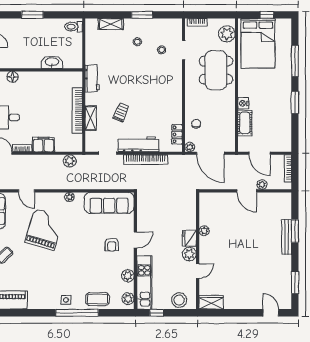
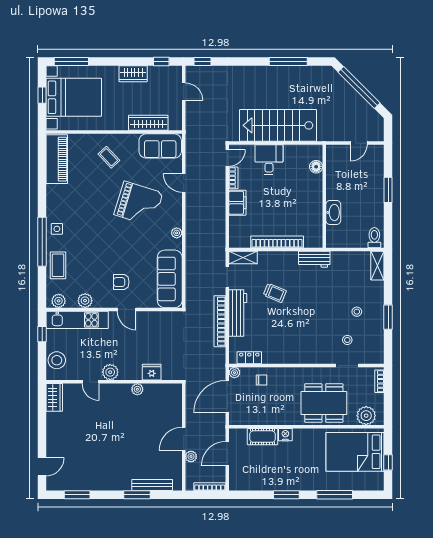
shelving: (111, 24) -> (377, 266), moved
shelving: (91, 118) -> (243, 257), moved
plant: (70, 161) -> (218, 233), removed
door: (27, 191) -> (184, 183), hinge flipped
bench: (287, 237) -> (152, 485), moved
fridge: (189, 238) -> (152, 372), moved

